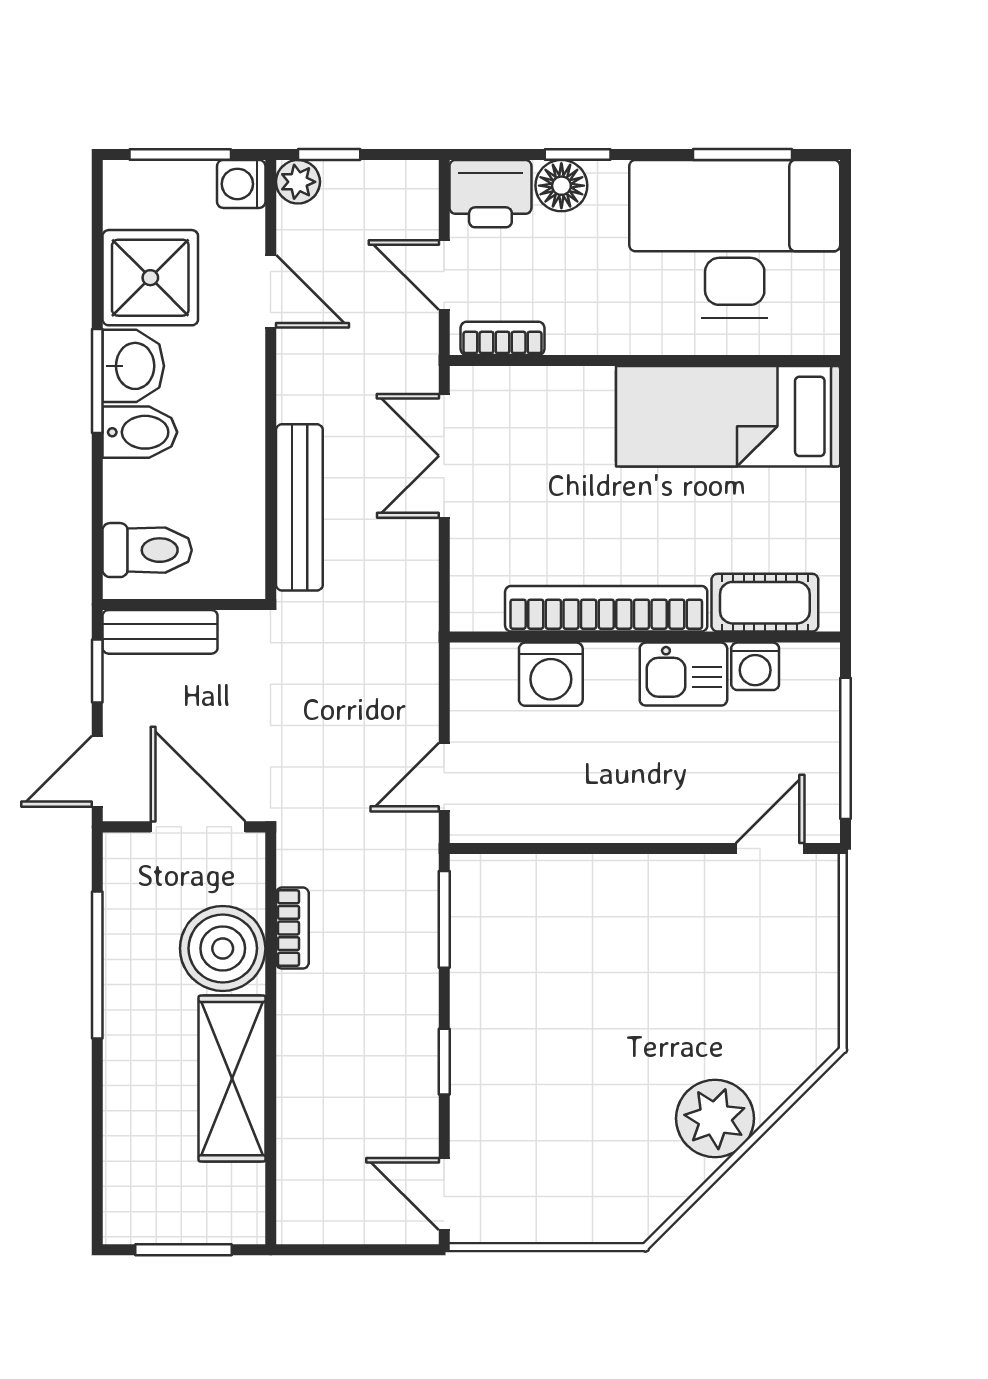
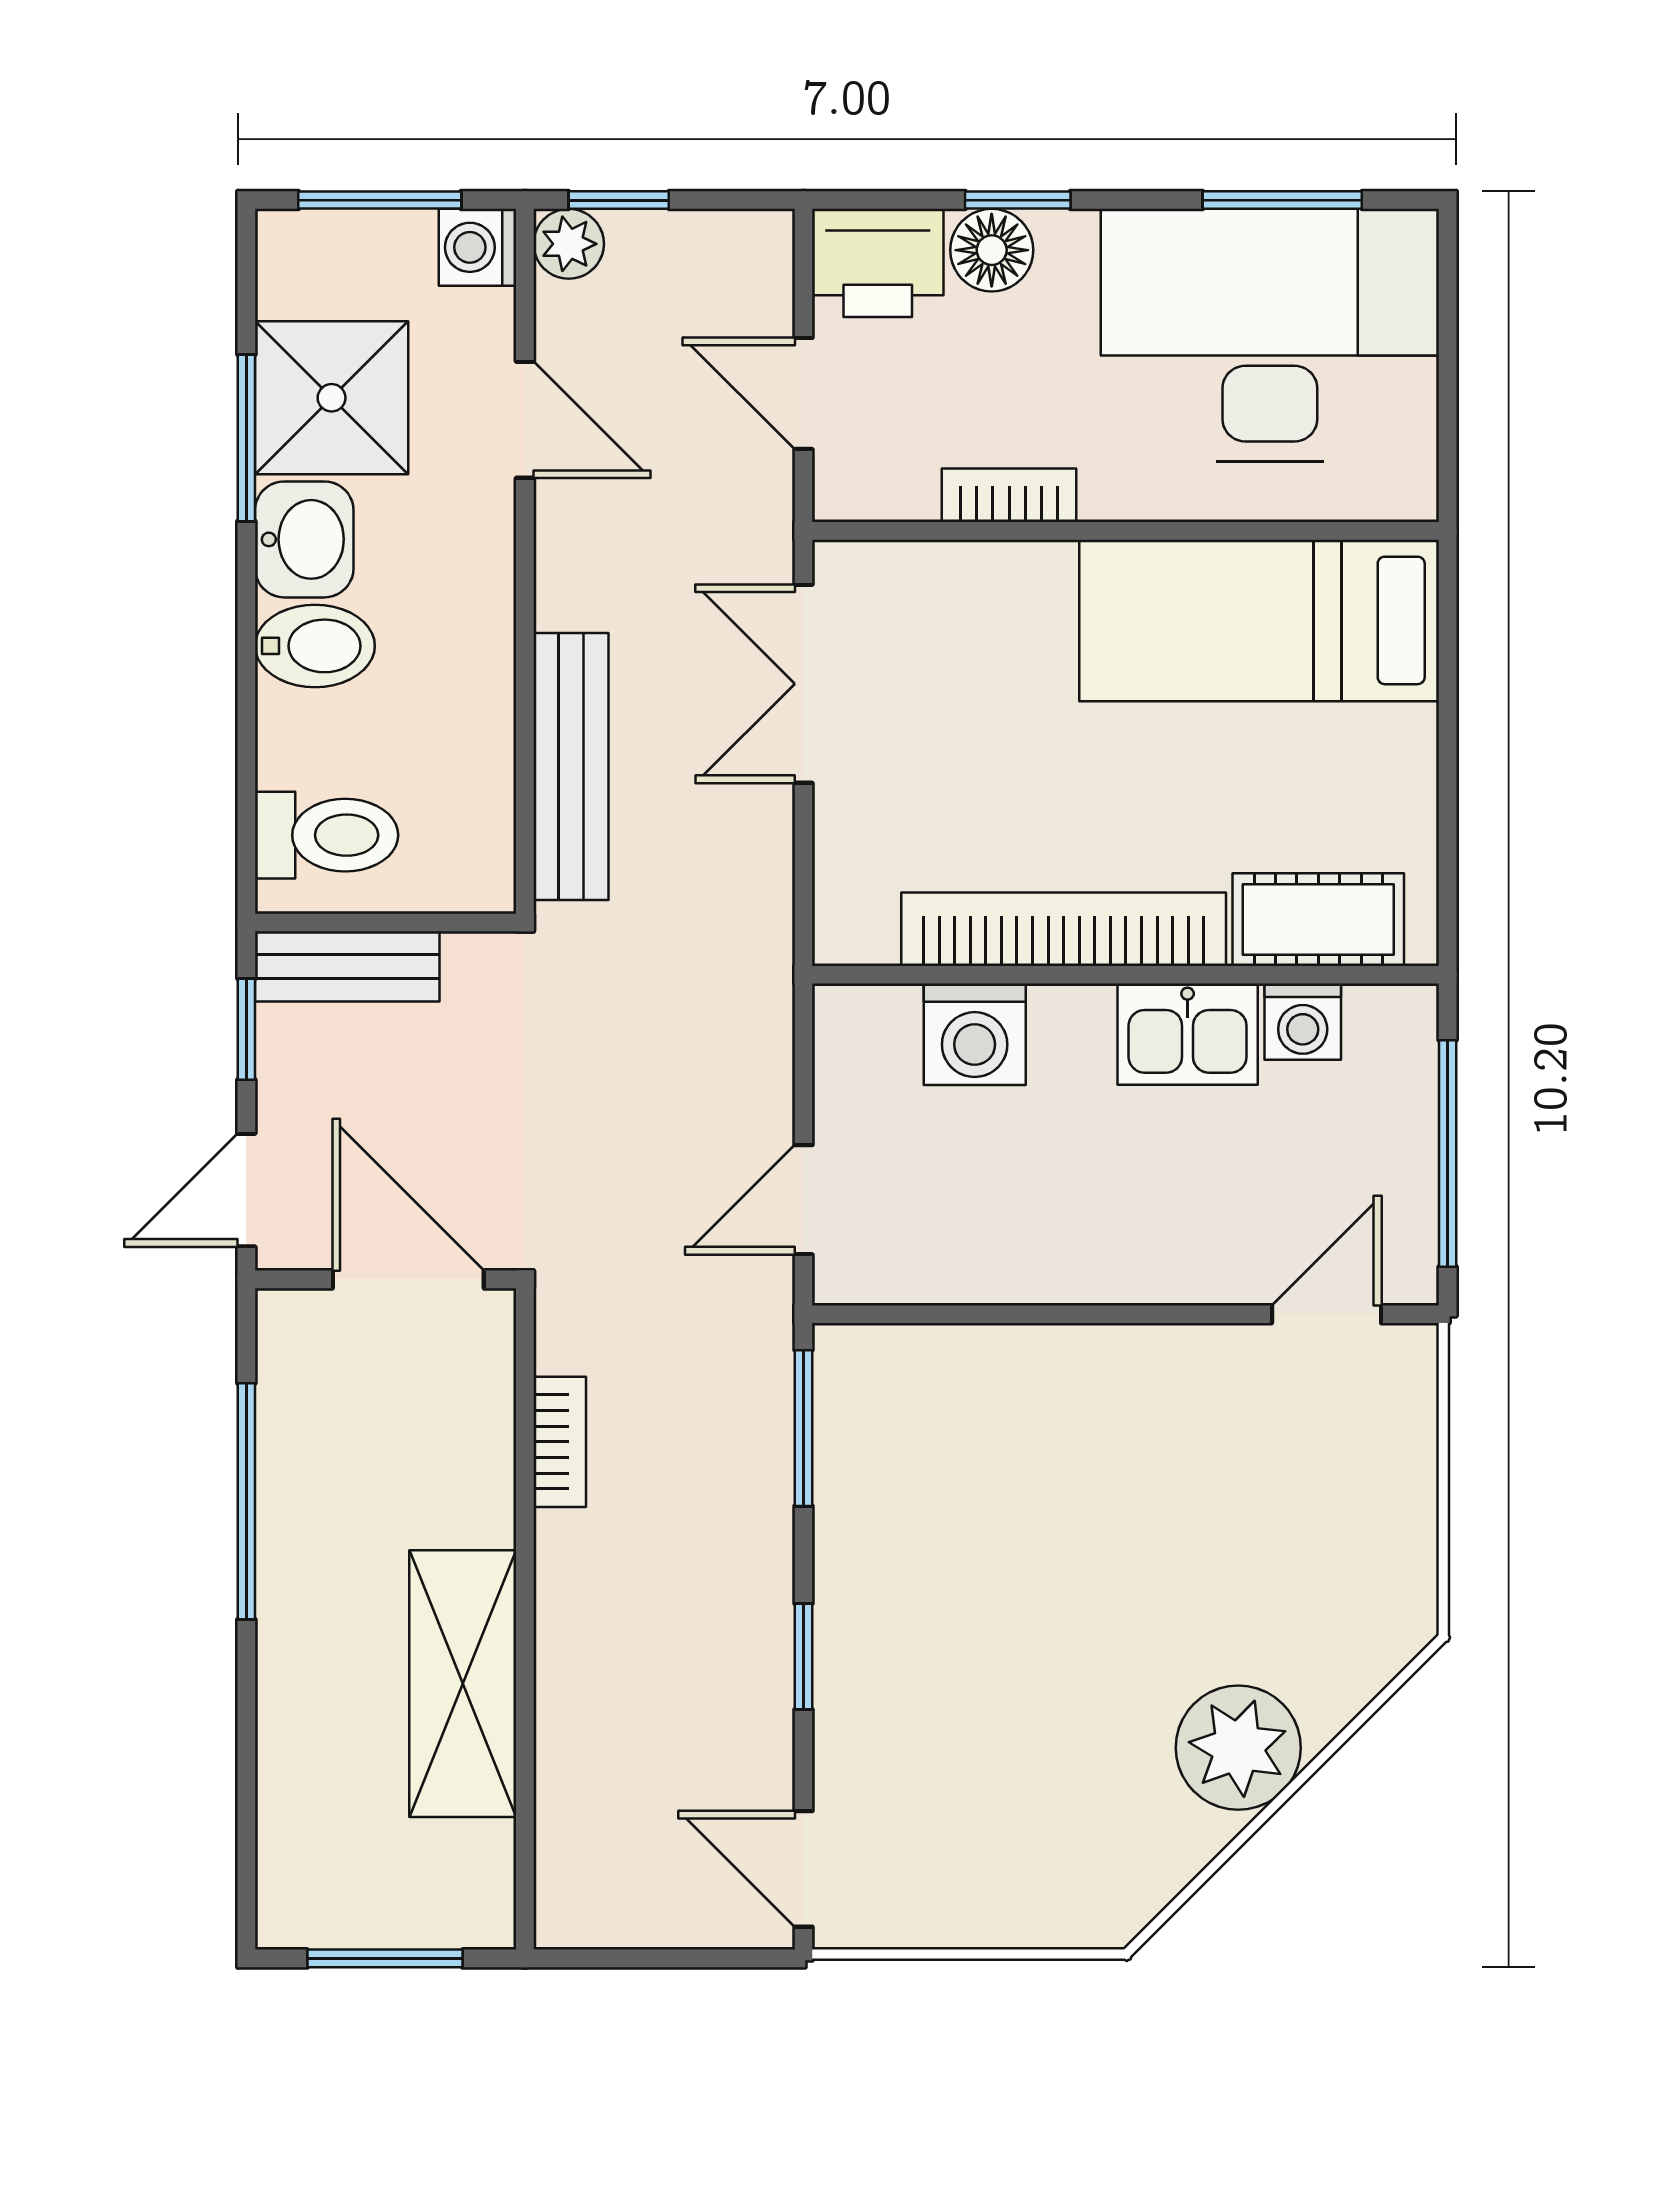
bookcase: (502, 338) -> (1009, 495), moved
window: (97, 381) -> (246, 438), moved
boiler: (223, 948) -> (448, 1475), removed

